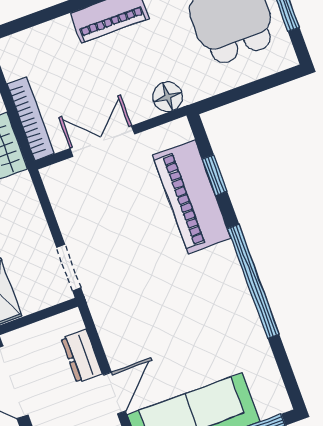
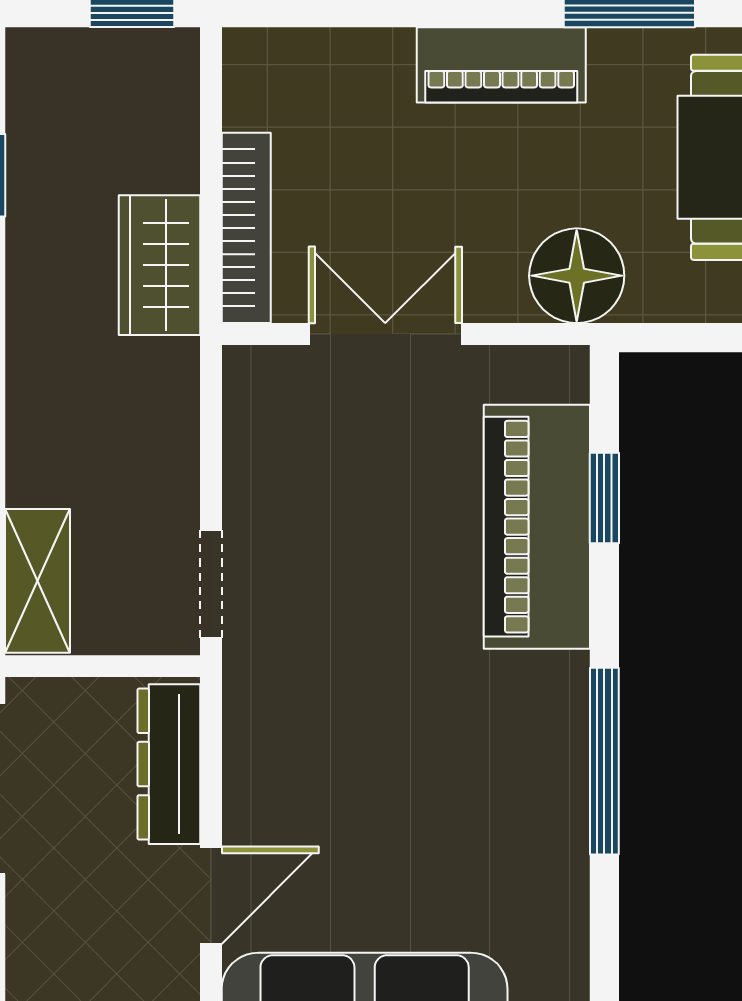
floor lamp: (168, 97) -> (577, 276), width x1.38, depth x1.38
window: (253, 281) -> (604, 761), width x0.68
dresser: (82, 356) -> (169, 764), width x1.44

